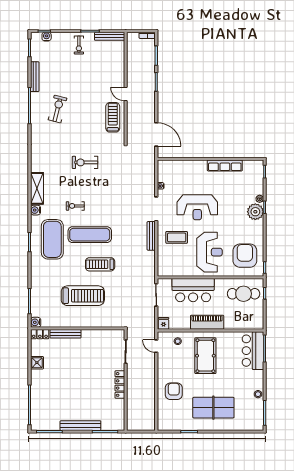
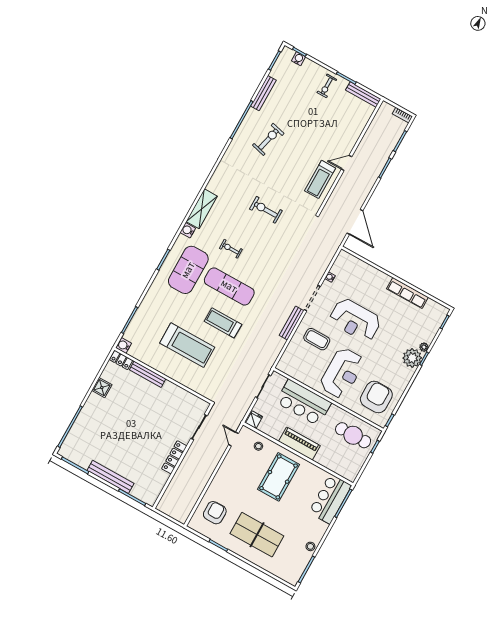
door: (126, 94) -> (347, 163), hinge flipped
treadmill: (113, 117) -> (320, 179), turned 180
armchair: (174, 391) -> (215, 513), moved

